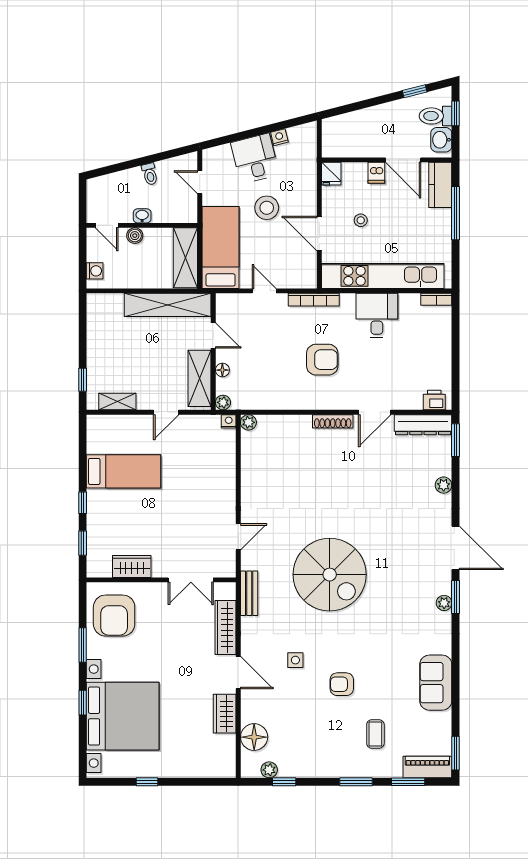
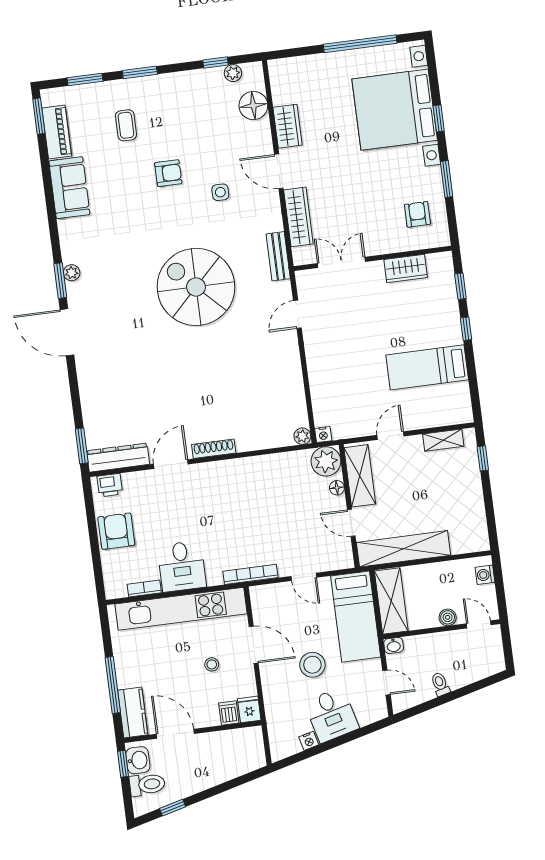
window: (456, 113) -> (123, 764), moved
dishwasher: (376, 173) -> (229, 713), moved
washbasin: (142, 216) -> (394, 645), moved
bookcase: (436, 299) -> (144, 589), moved
armchair: (322, 360) -> (116, 531), moved, turned 90
plant: (223, 402) -> (326, 461), width x1.87, depth x1.87
plant: (444, 485) -> (88, 397), removed
armchair: (114, 616) -> (417, 214), width x0.53, depth x0.53
piano: (427, 767) -> (57, 132), moved, turned -90
window: (147, 782) -> (360, 44), width x3.17

